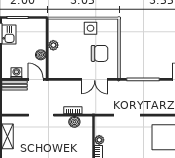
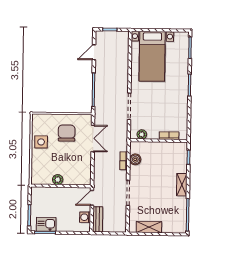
boiler: (41, 55) -> (67, 192), removed
plant: (99, 140) -> (142, 134), moved

